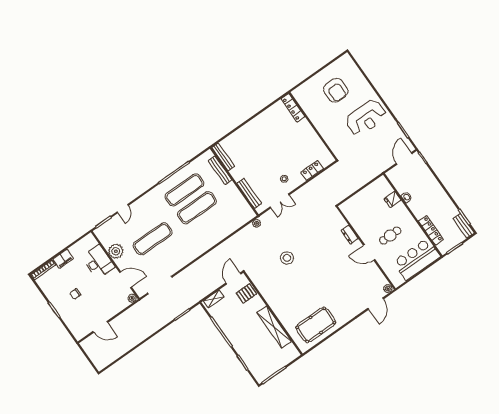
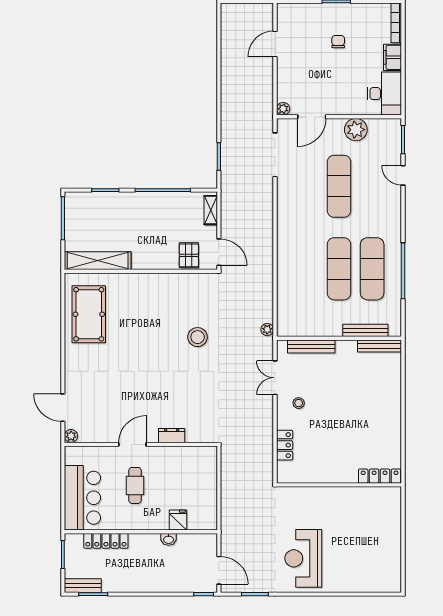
armchair: (336, 90) -> (364, 545), removed
desk: (98, 262) -> (384, 94), moved, turned -90
shelving: (274, 327) -> (98, 261), moved

